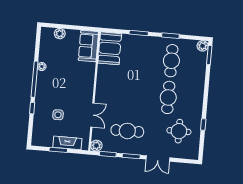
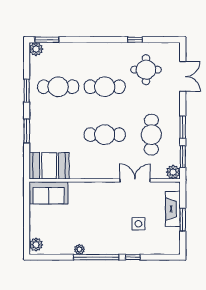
plant: (60, 34) -> (36, 245), moved
cafe table: (130, 94) -> (105, 135), added
double door: (158, 158) -> (183, 76), moved

